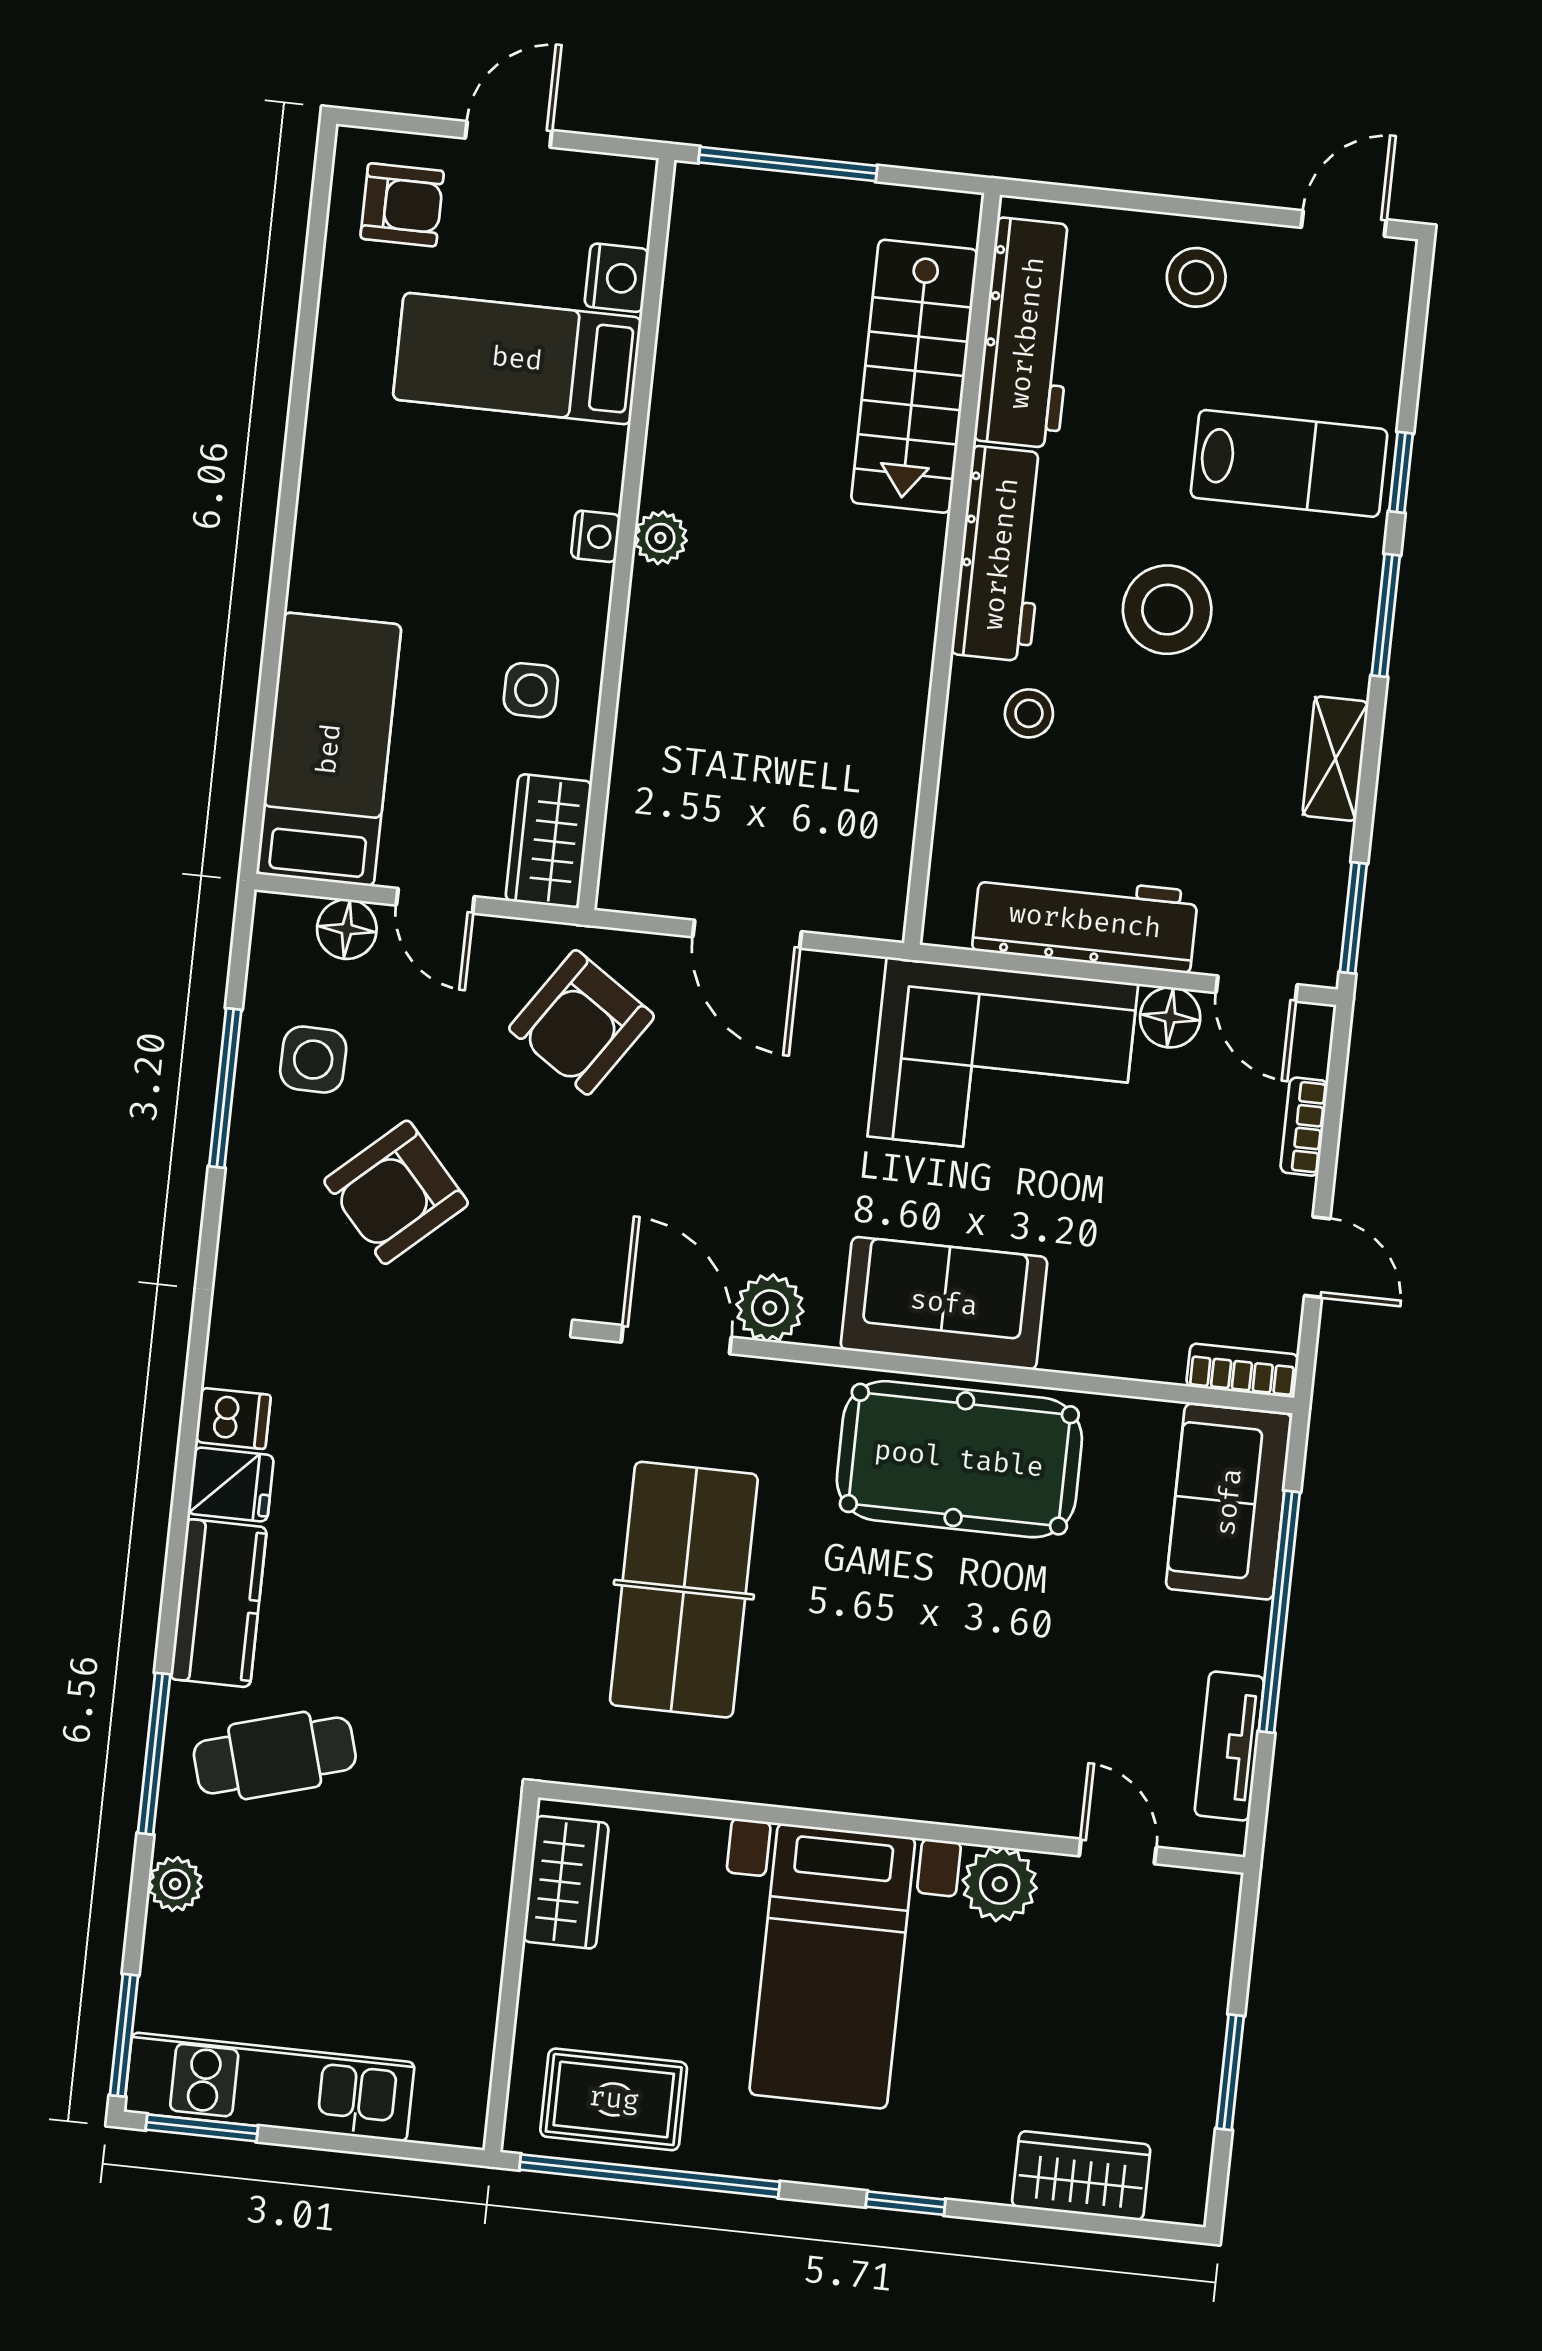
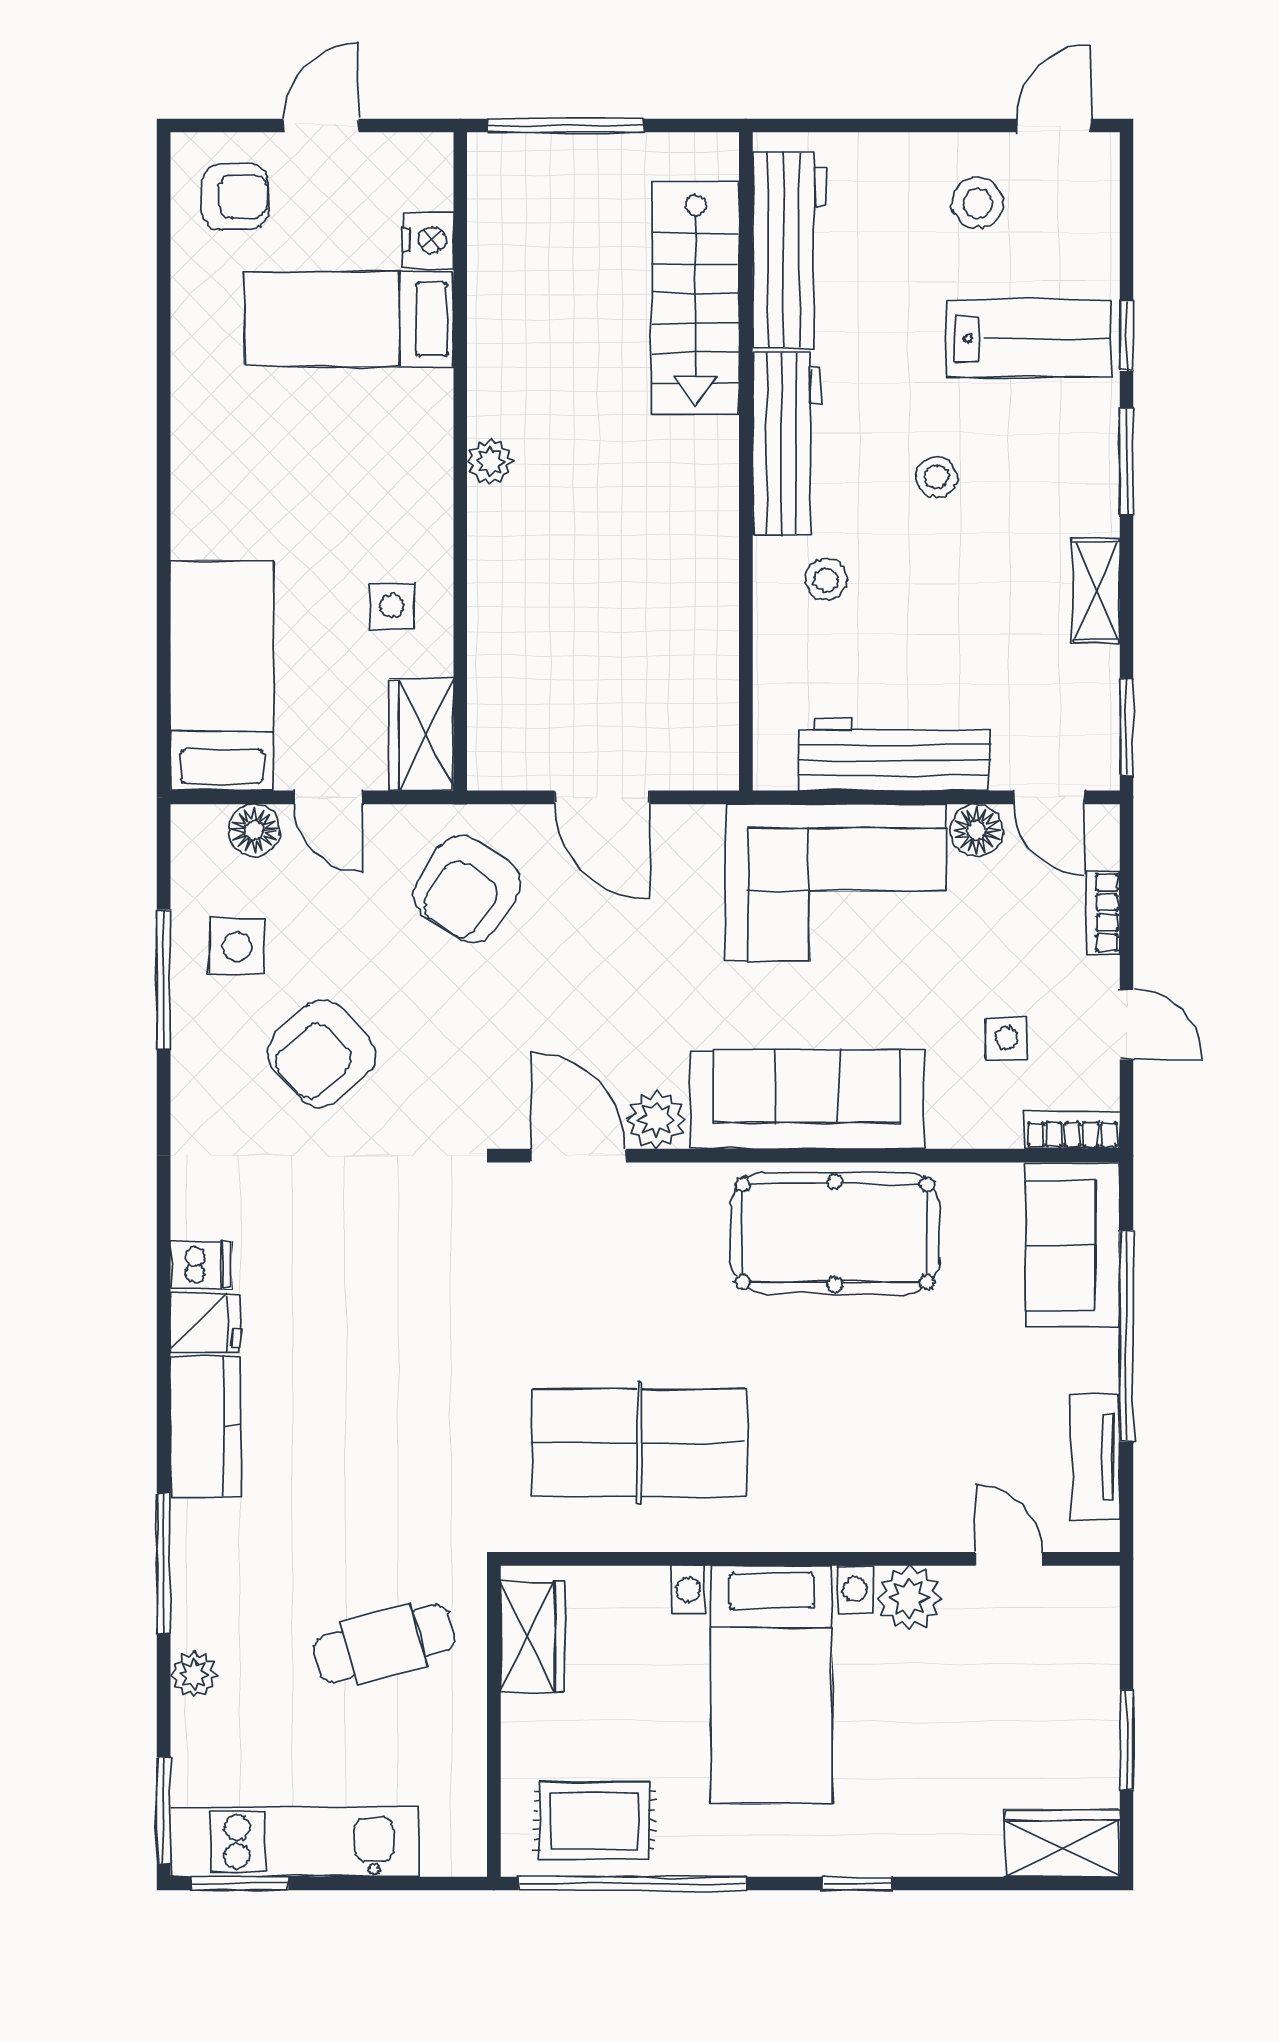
stool: (1196, 277) -> (978, 203), moved
nightstand: (596, 536) -> (434, 466), removed
stool: (1167, 610) -> (936, 477), width x0.53, depth x0.53
side table: (1179, 1258) -> (1006, 1038), added
sofa: (944, 1303) -> (807, 1099), width x1.36
table tennis table: (684, 1590) -> (639, 1443), moved, turned 90
cafe table: (275, 1755) -> (384, 1643), moved
wardrobe: (1081, 2176) -> (1062, 1843), moved

